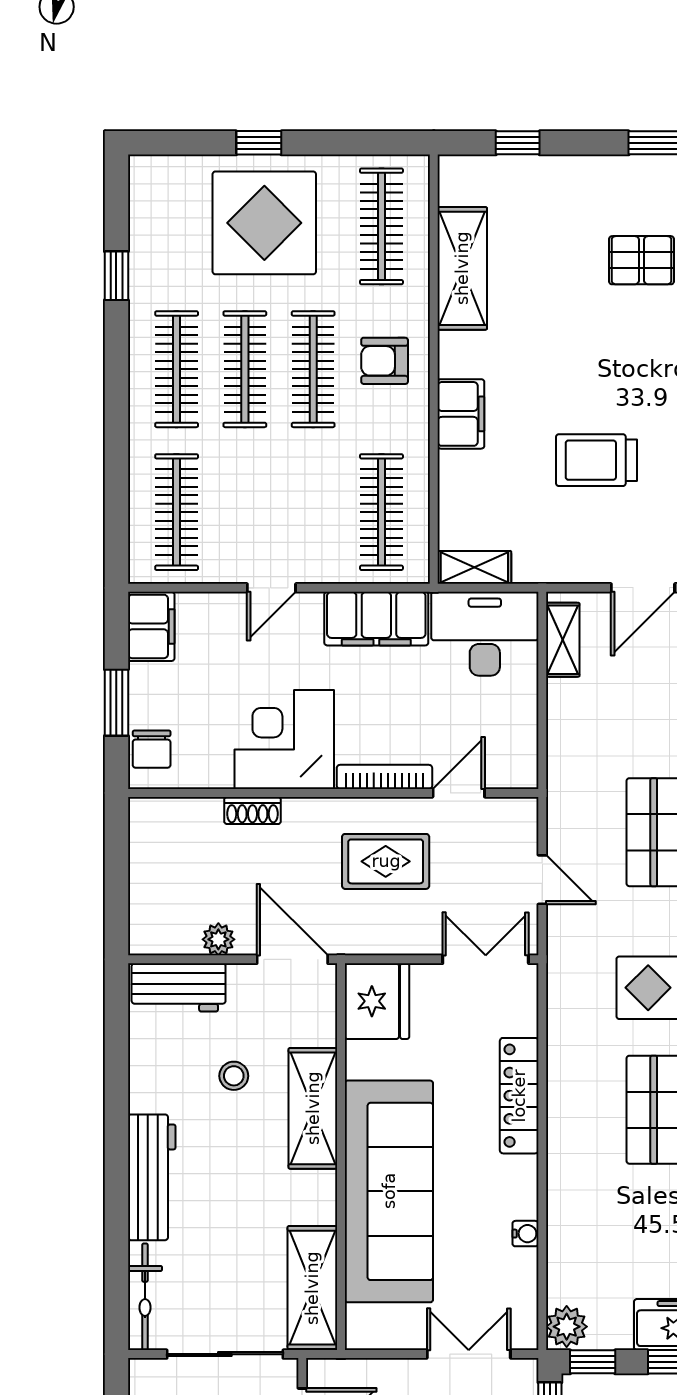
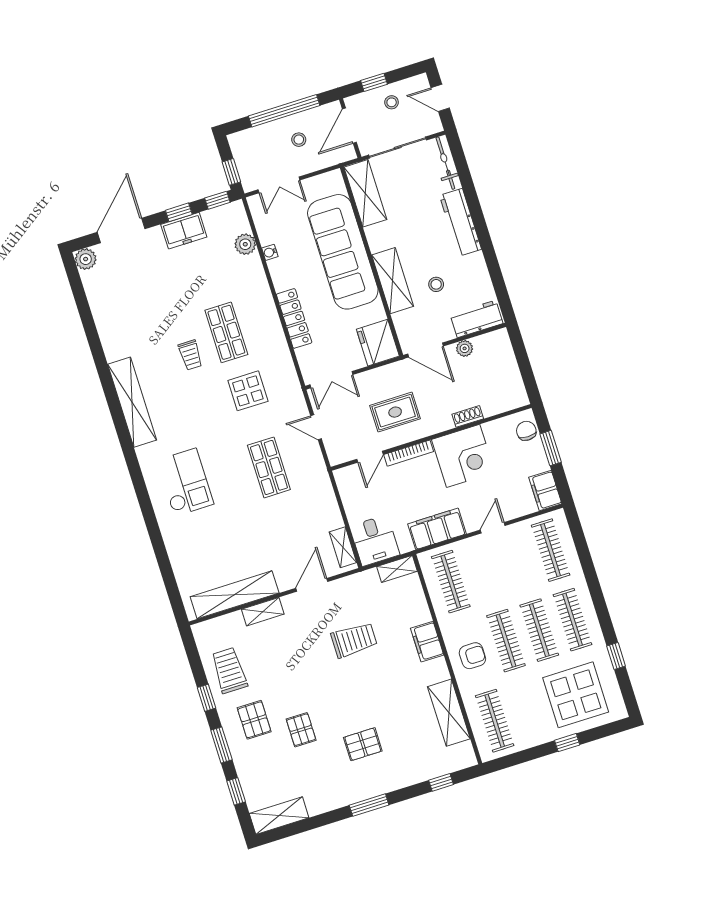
display table: (264, 223) -> (576, 695), moved
desk: (485, 634) -> (375, 540), width x0.73
plant: (567, 1327) -> (245, 244), moved

